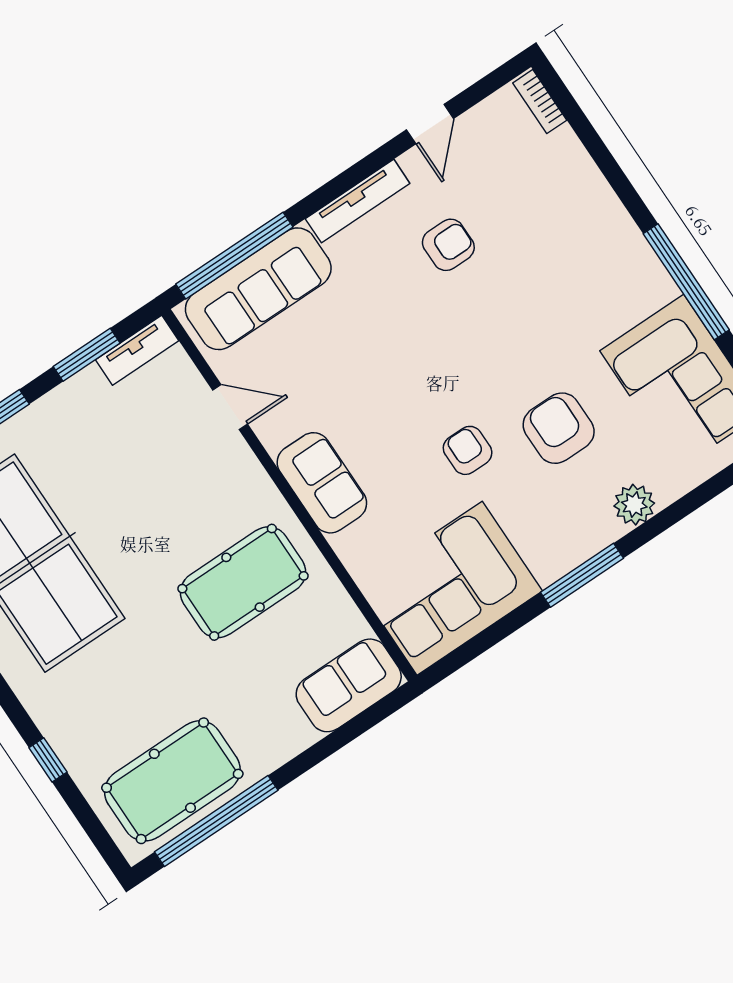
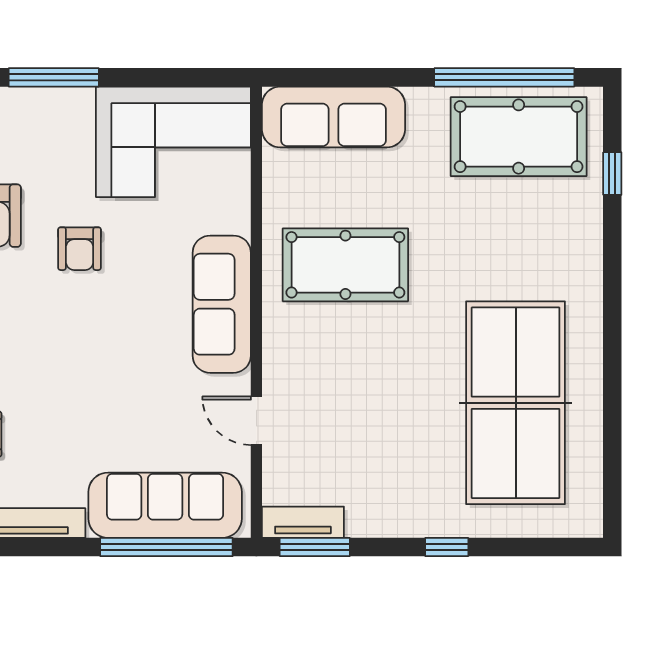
window: (87, 355) -> (315, 547), moved
sofa: (322, 483) -> (222, 304), width x1.36
sofa: (349, 685) -> (333, 117), width x1.36
window: (48, 760) -> (612, 174), moved

